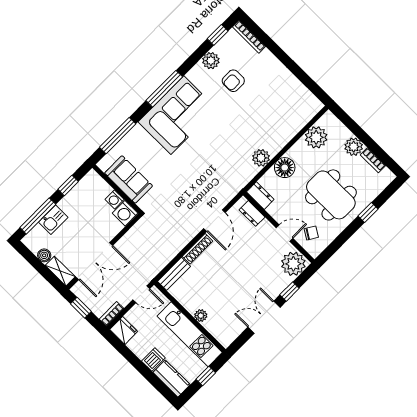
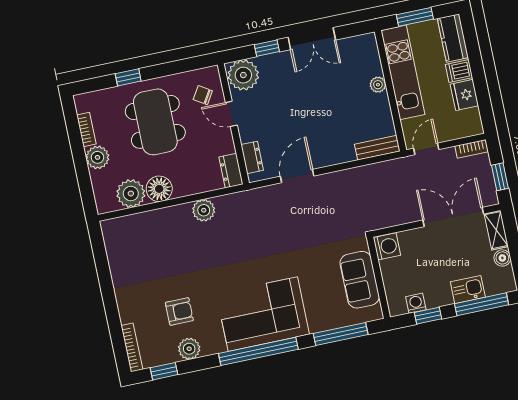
window: (164, 89) -> (258, 351), width x1.46
floor lamp: (285, 168) -> (159, 189), moved
washing machine: (115, 199) -> (416, 303), moved, turned -90
shoe rack: (198, 249) -> (335, 158), removed
door: (141, 294) -> (426, 149), hinge flipped
fridge: (124, 330) -> (464, 95), moved
window: (206, 376) -> (415, 17), width x1.50

